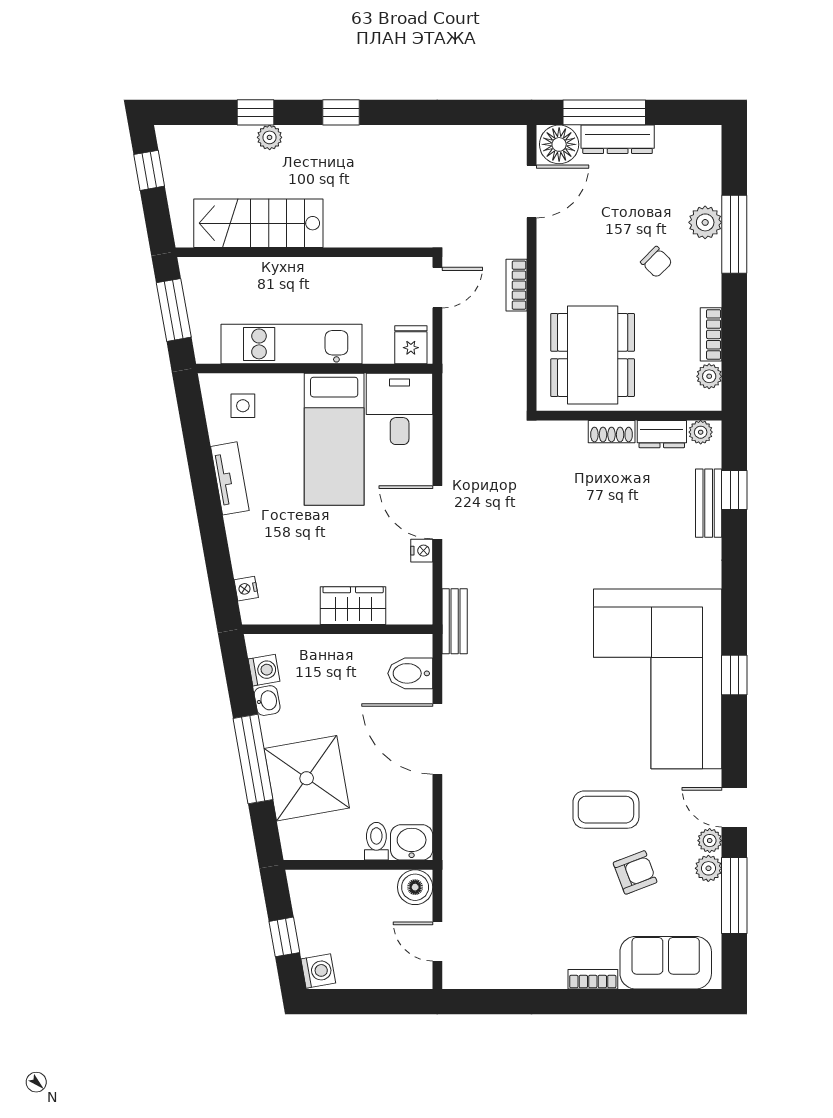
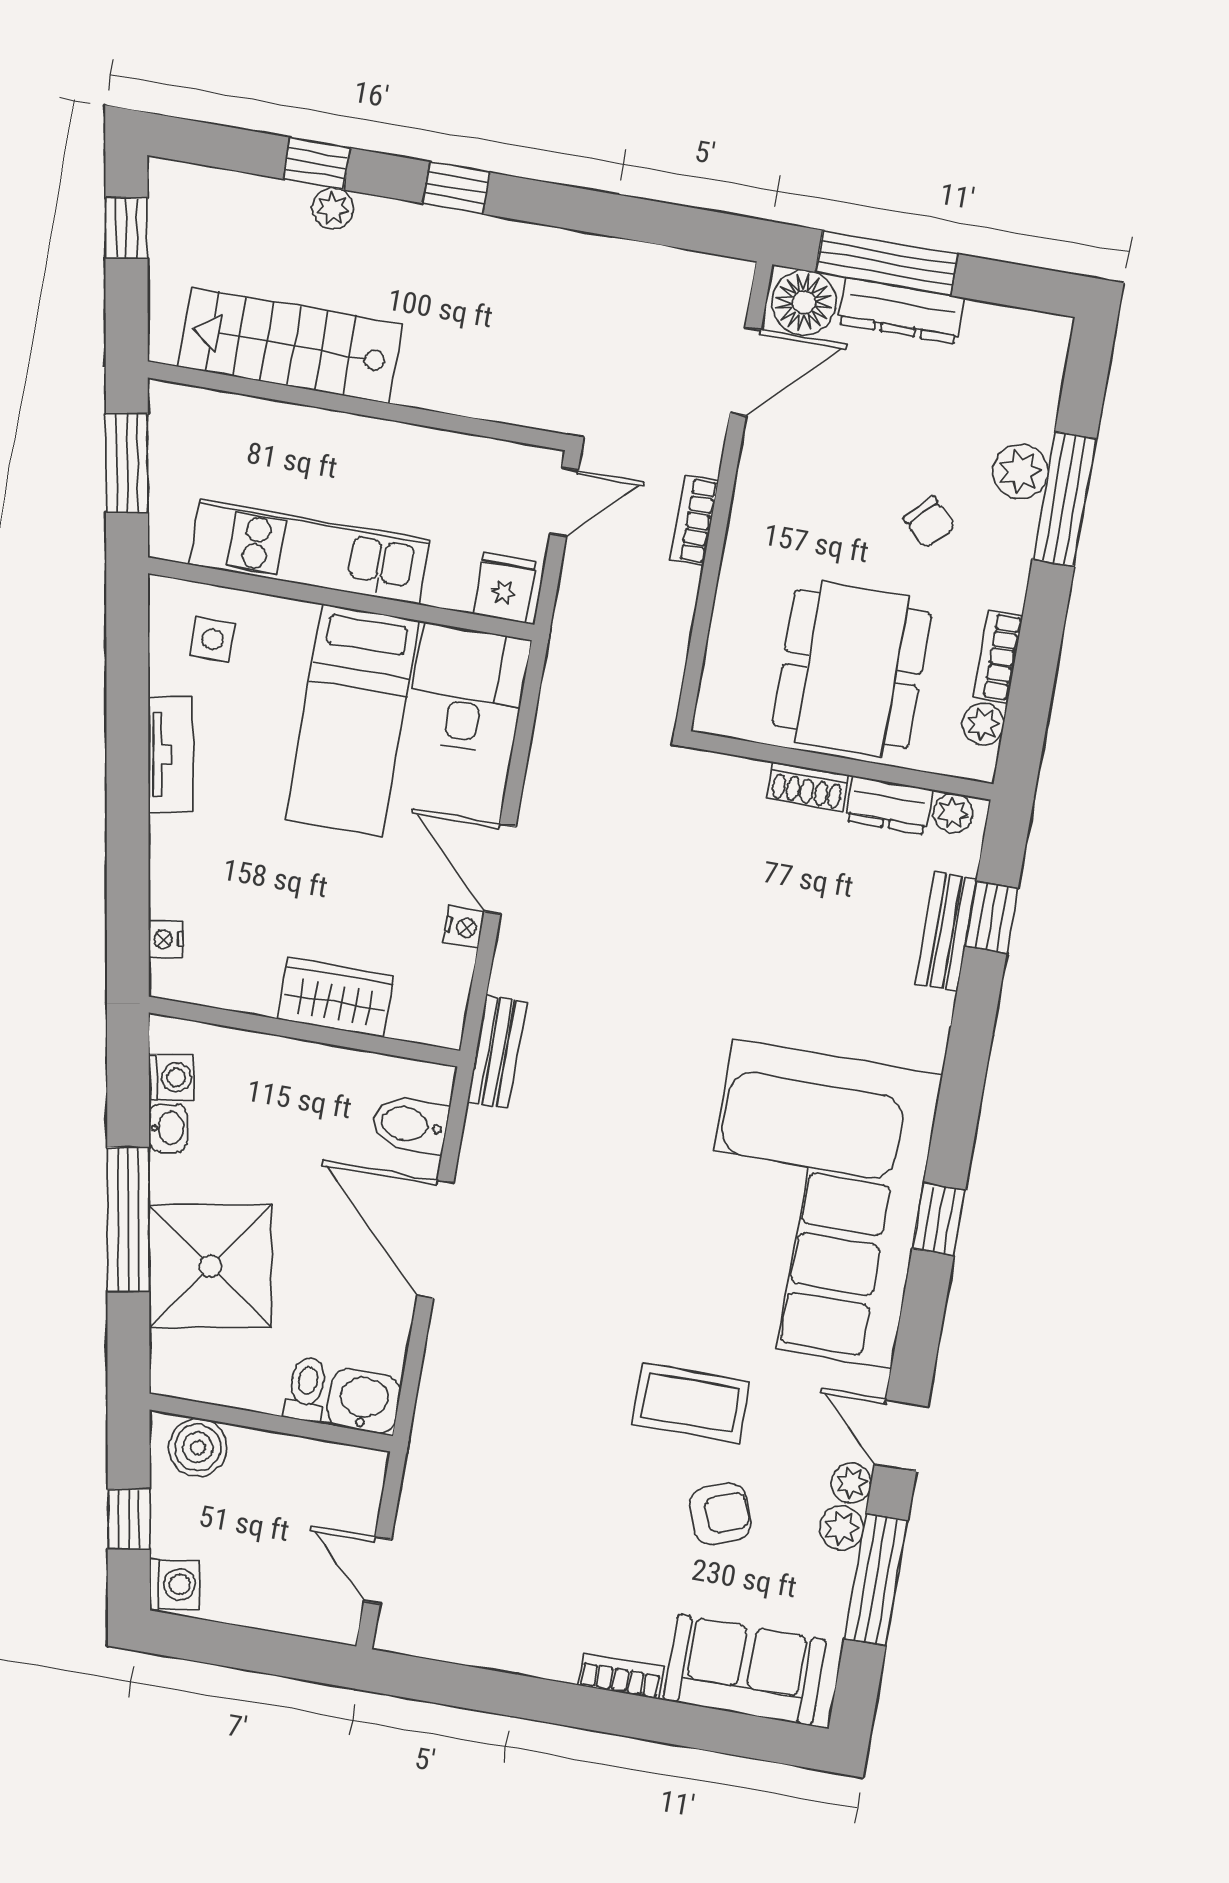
dining table: (593, 355) -> (852, 669), moved
boiler: (415, 887) -> (198, 1447), moved

